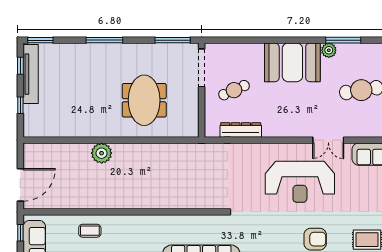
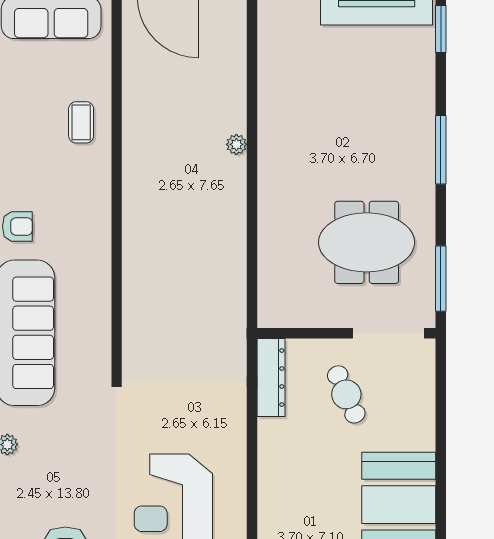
meeting table: (144, 100) -> (367, 242), moved
dresser: (241, 130) -> (271, 378), moved
plant: (102, 153) -> (236, 144), width x0.53, depth x0.53

